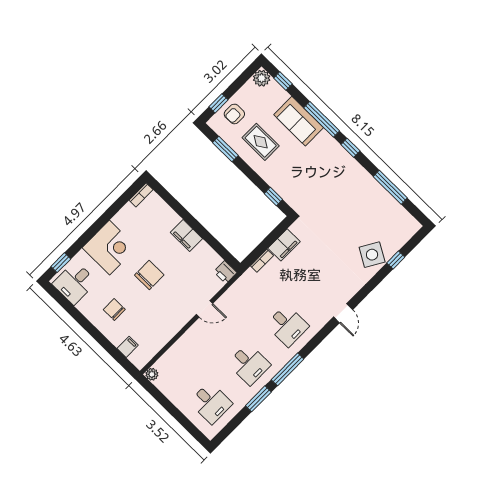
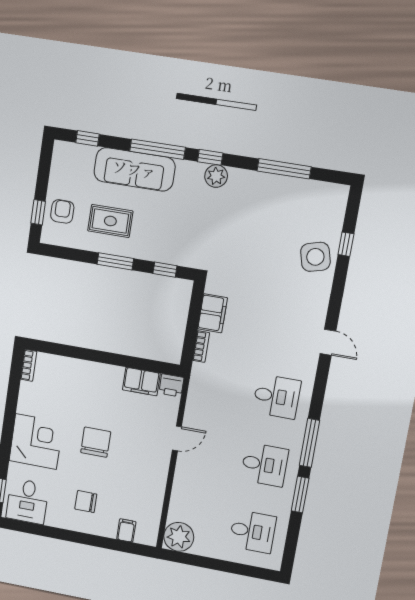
plant: (262, 78) -> (216, 176), moved
armchair: (234, 114) -> (62, 211), turned 180
sofa: (299, 121) -> (134, 169), width x1.36
window: (225, 149) -> (115, 261), moved
filing cabinet: (186, 235) -> (141, 382), moved
side table: (372, 255) -> (315, 257), turned 45
plant: (152, 374) -> (179, 537), width x1.87, depth x1.87

